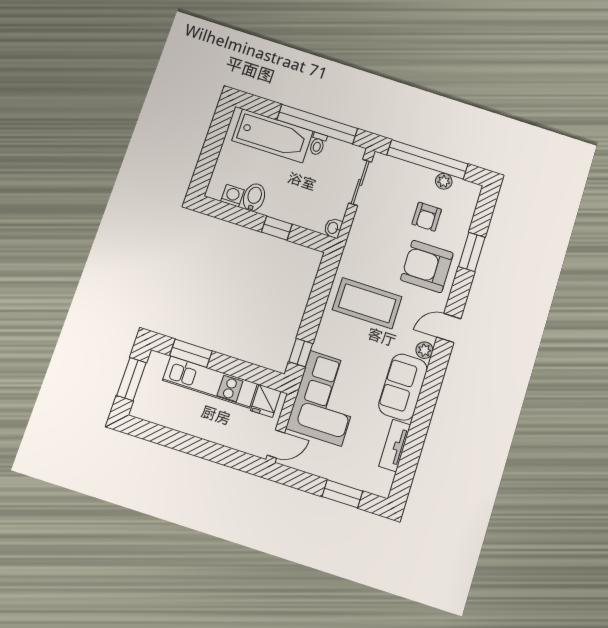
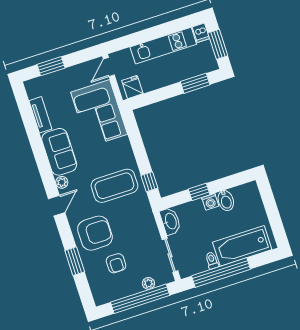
plant: (444, 181) -> (148, 283), moved
washing machine: (232, 196) -> (210, 202), moved
armchair: (427, 217) -> (116, 263), turned 180
washbasin: (333, 228) -> (170, 221), width x1.91, depth x1.45
window: (301, 353) -> (149, 182), moved
kitchen unit: (210, 382) -> (163, 46), moved, turned 180
dishwasher: (141, 407) -> (201, 33), added

